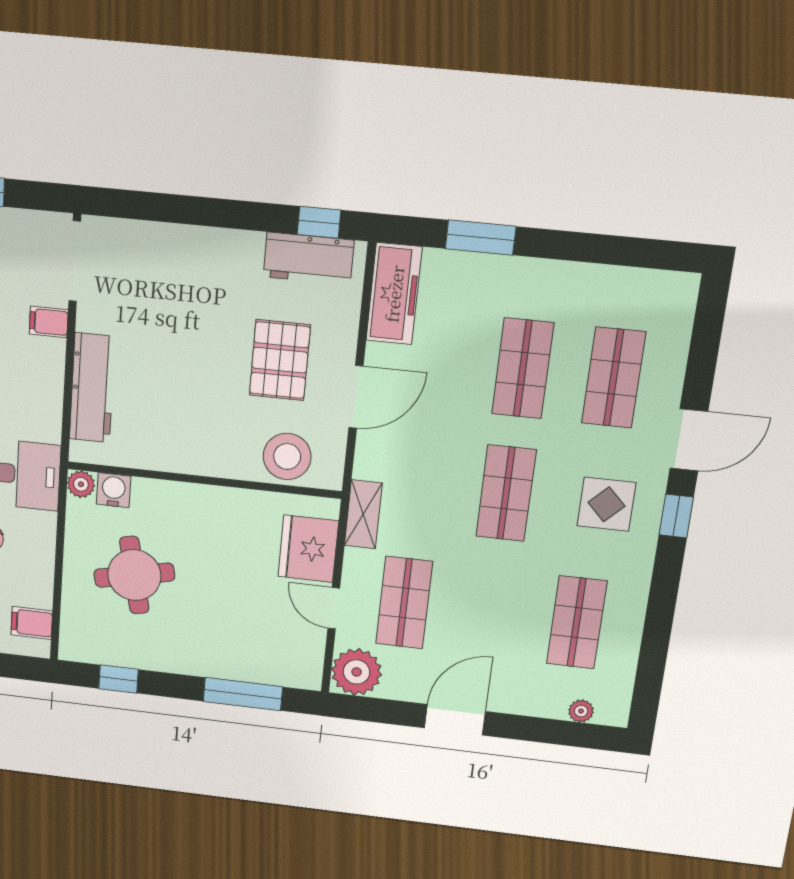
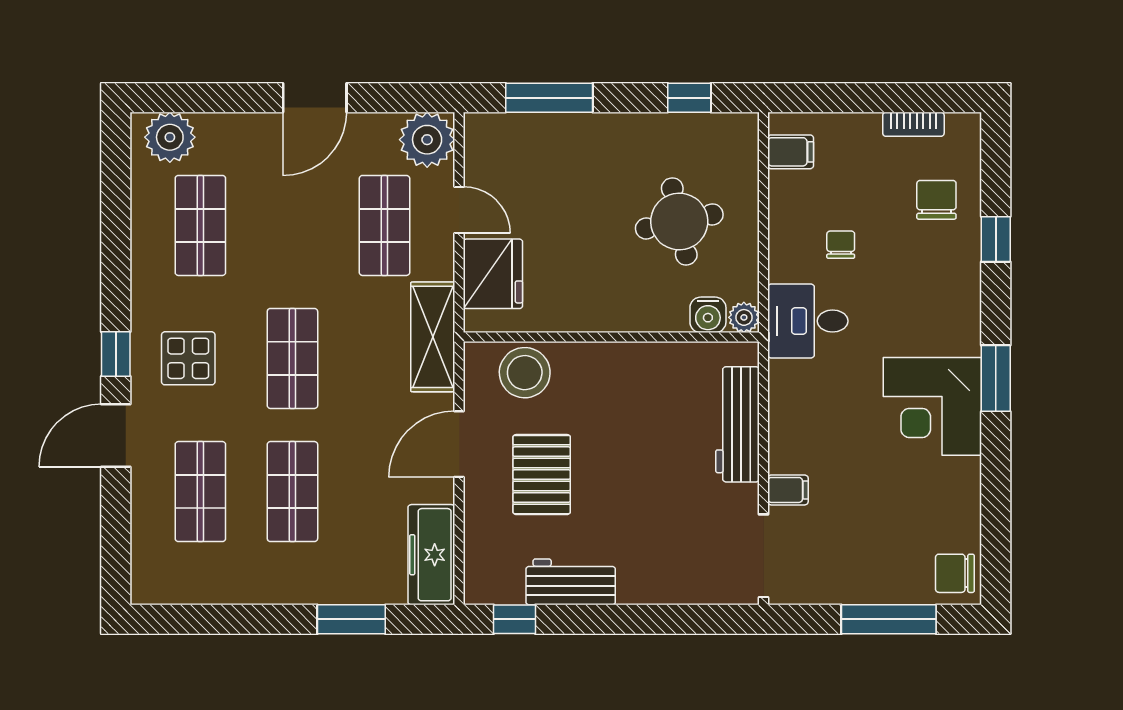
workbench: (309, 259) -> (571, 582), moved
shelving: (363, 514) -> (433, 337), width x1.50, depth x1.33
plant: (581, 711) -> (170, 137), width x1.88, depth x1.88

